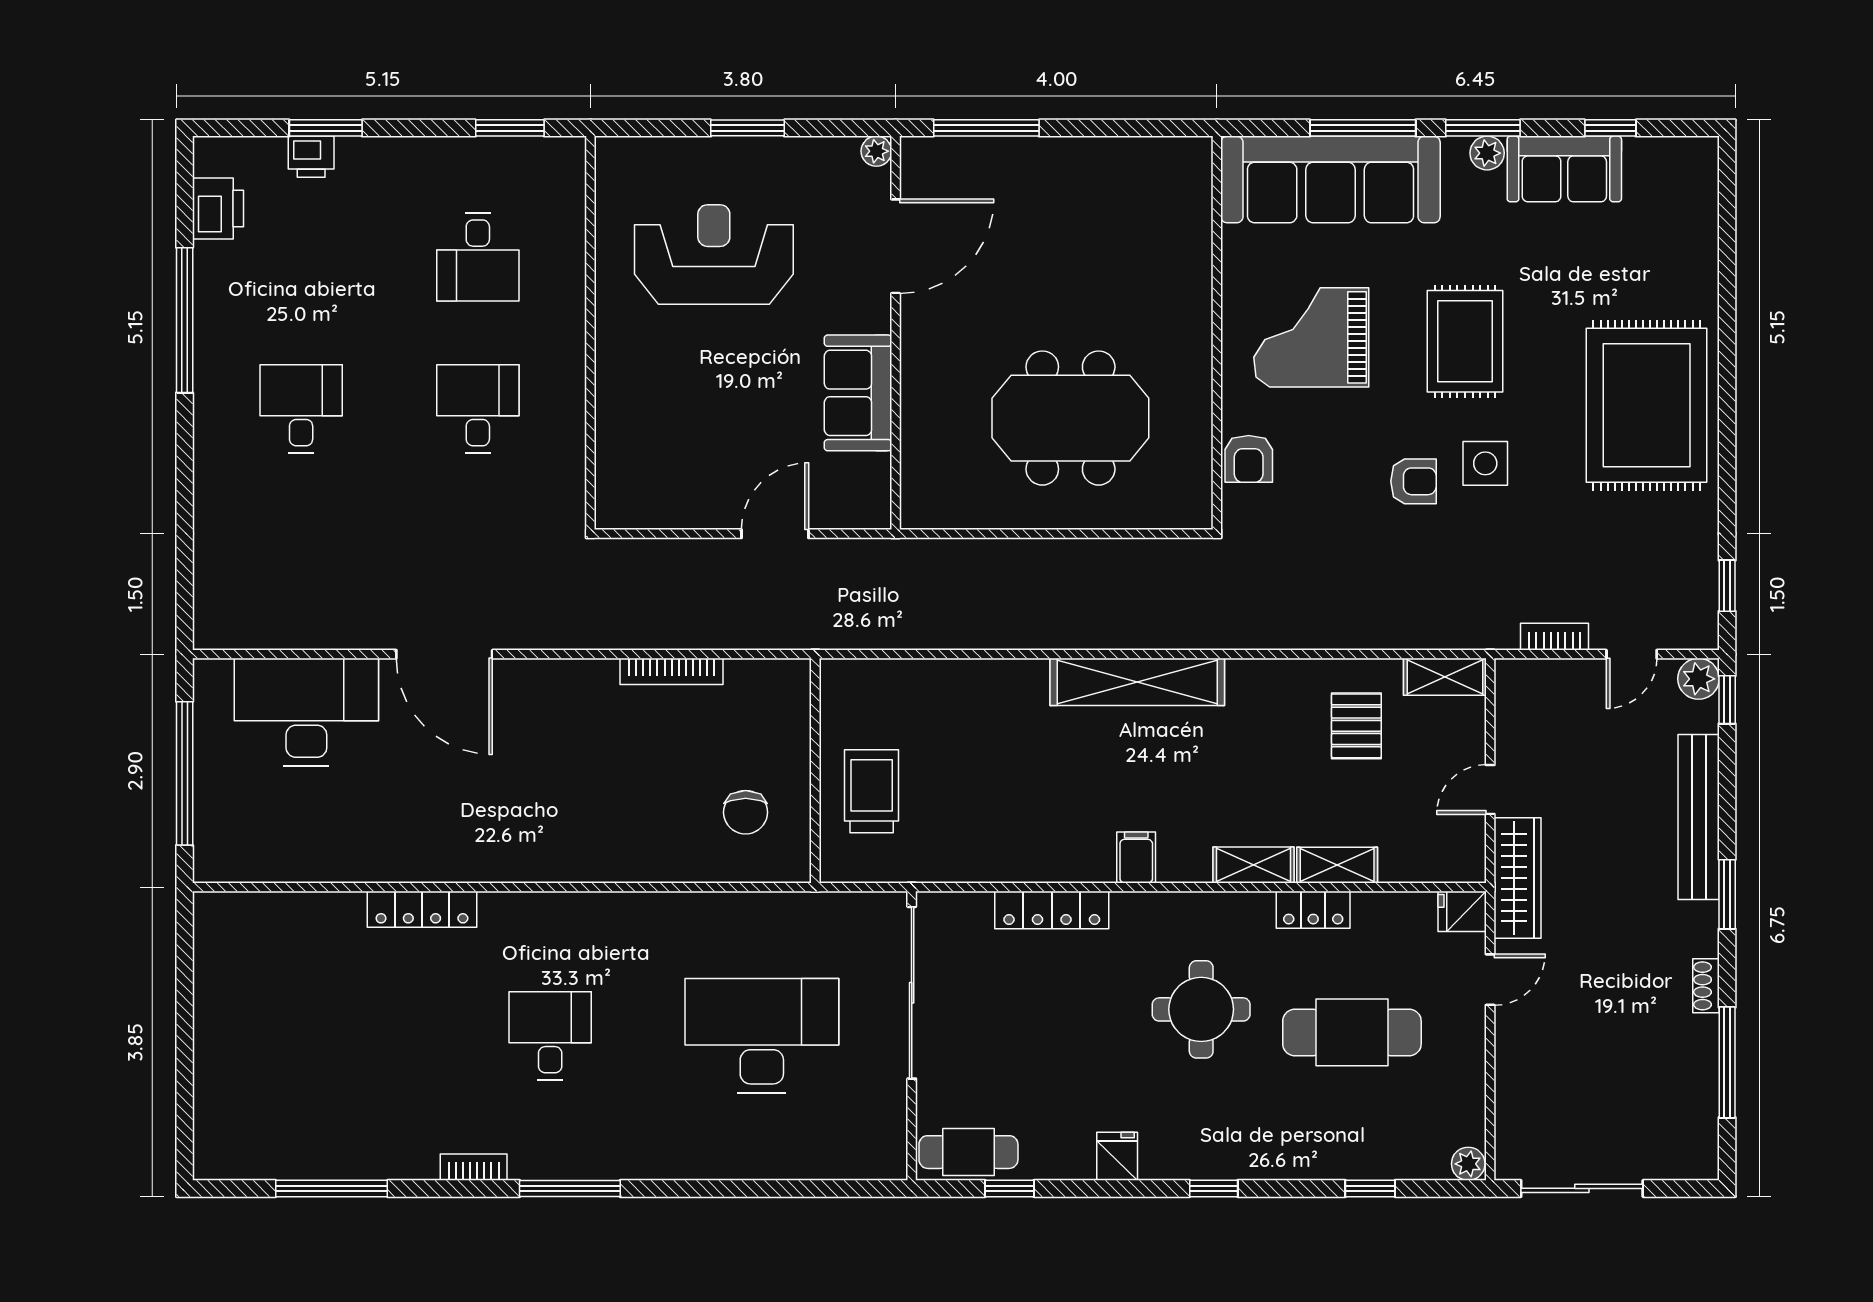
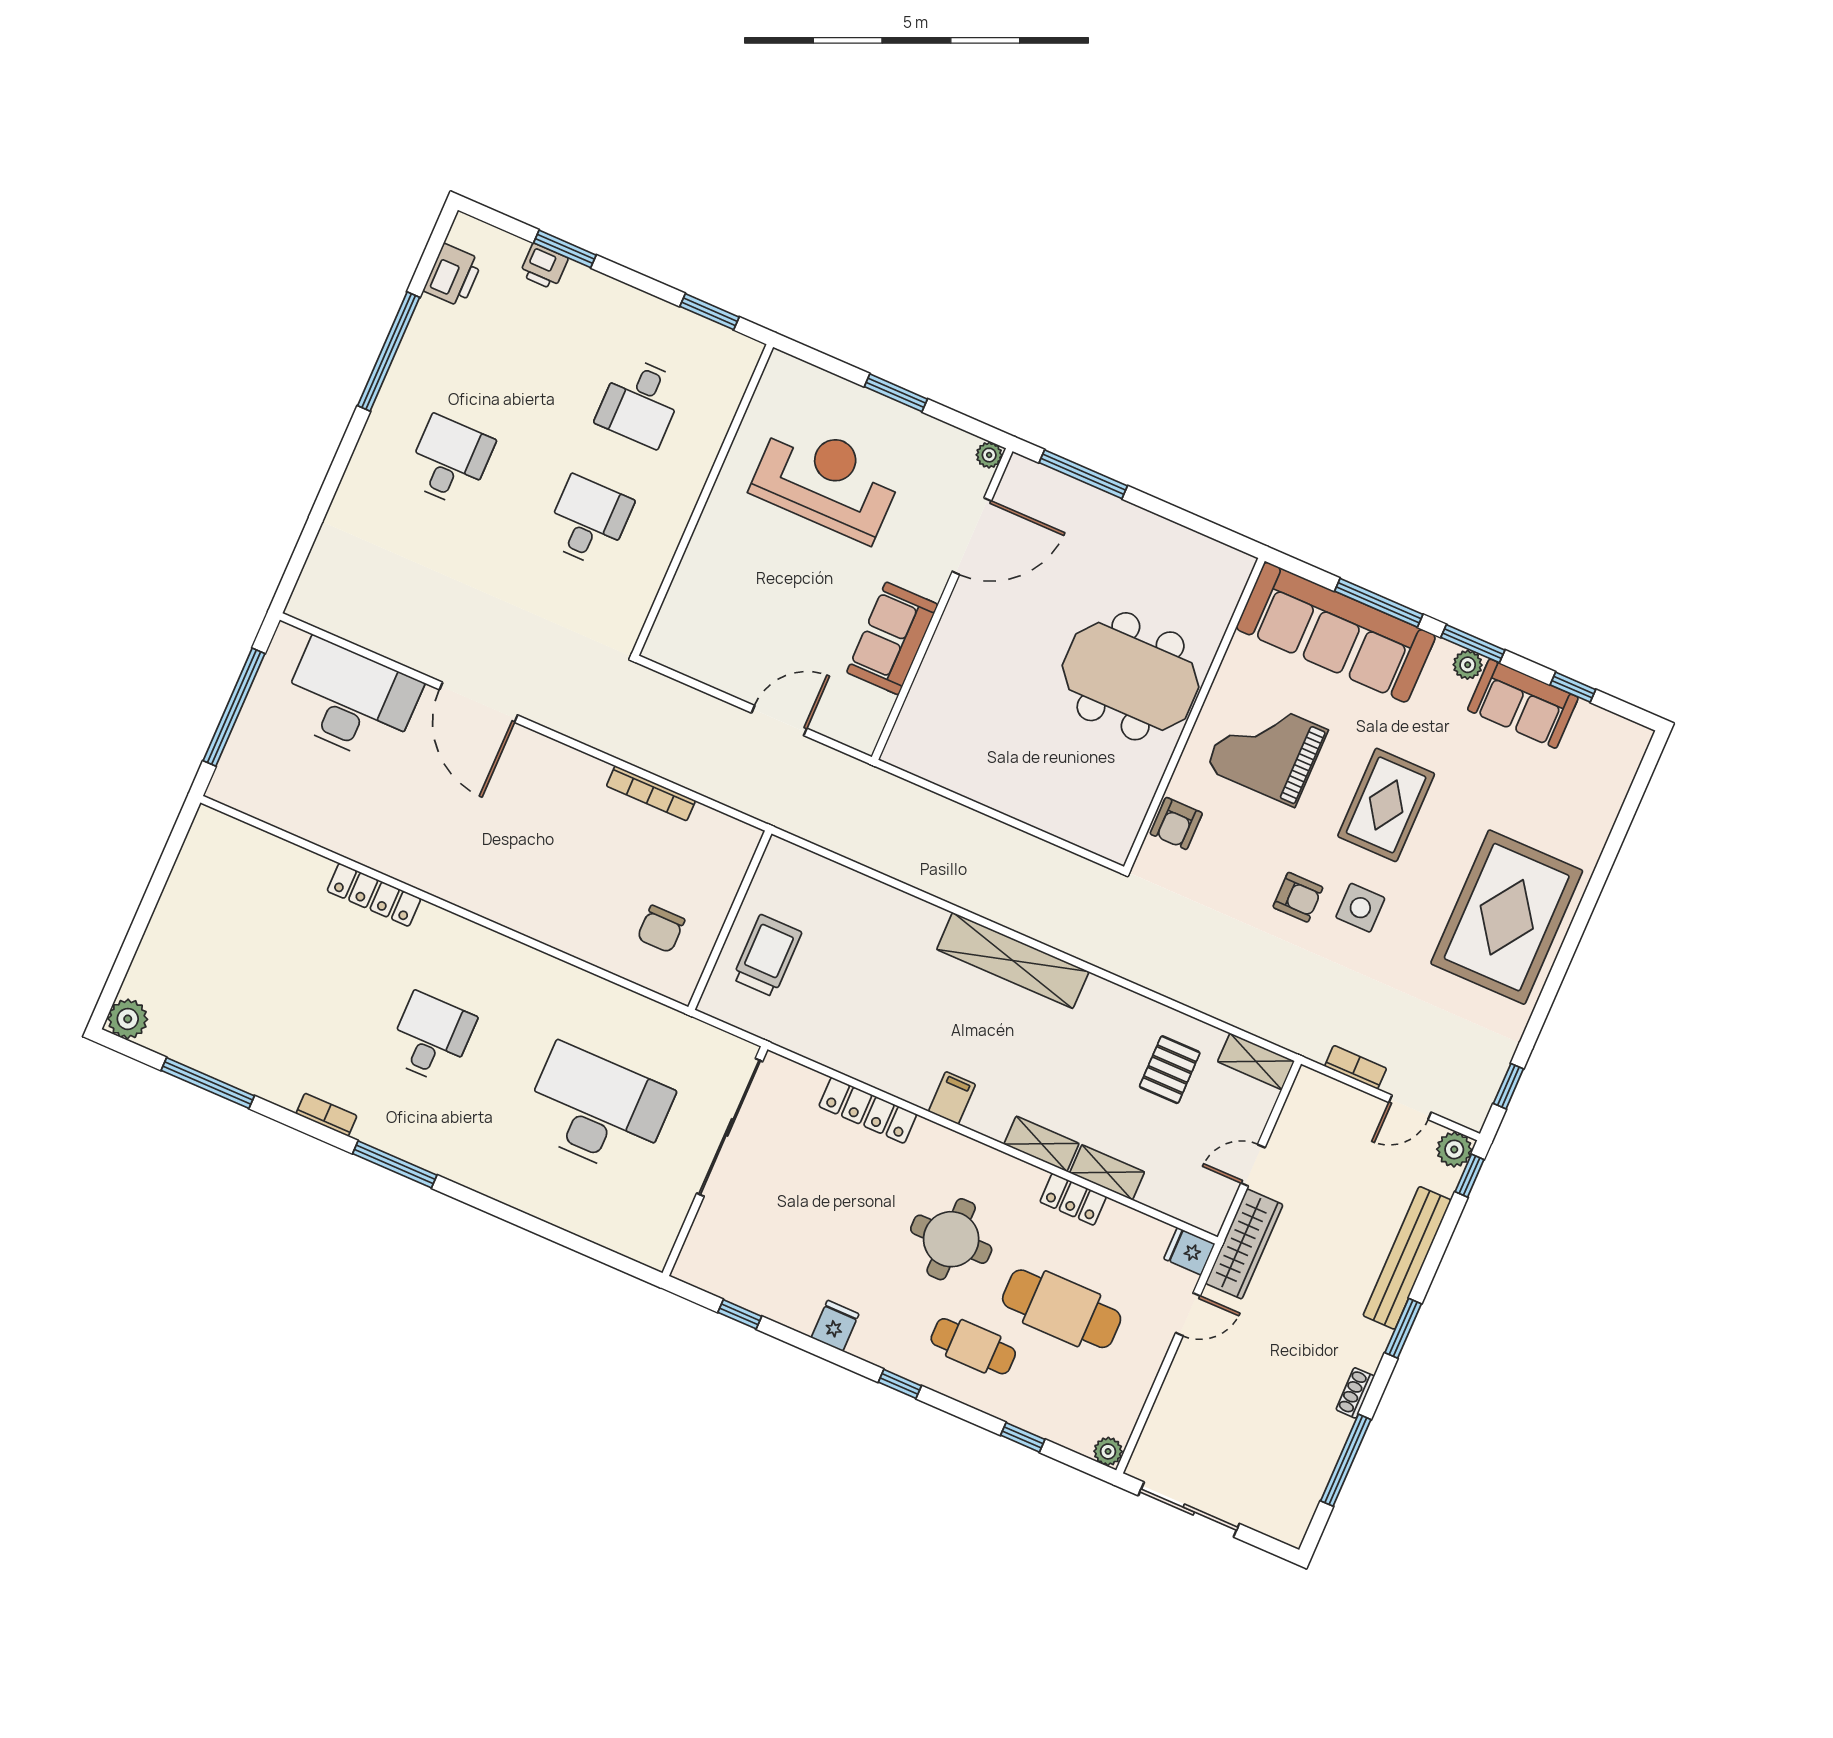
meeting table: (1070, 418) -> (1131, 676), moved
cafe table: (968, 1152) -> (973, 1346), moved
plant: (216, 1157) -> (128, 1019), added

